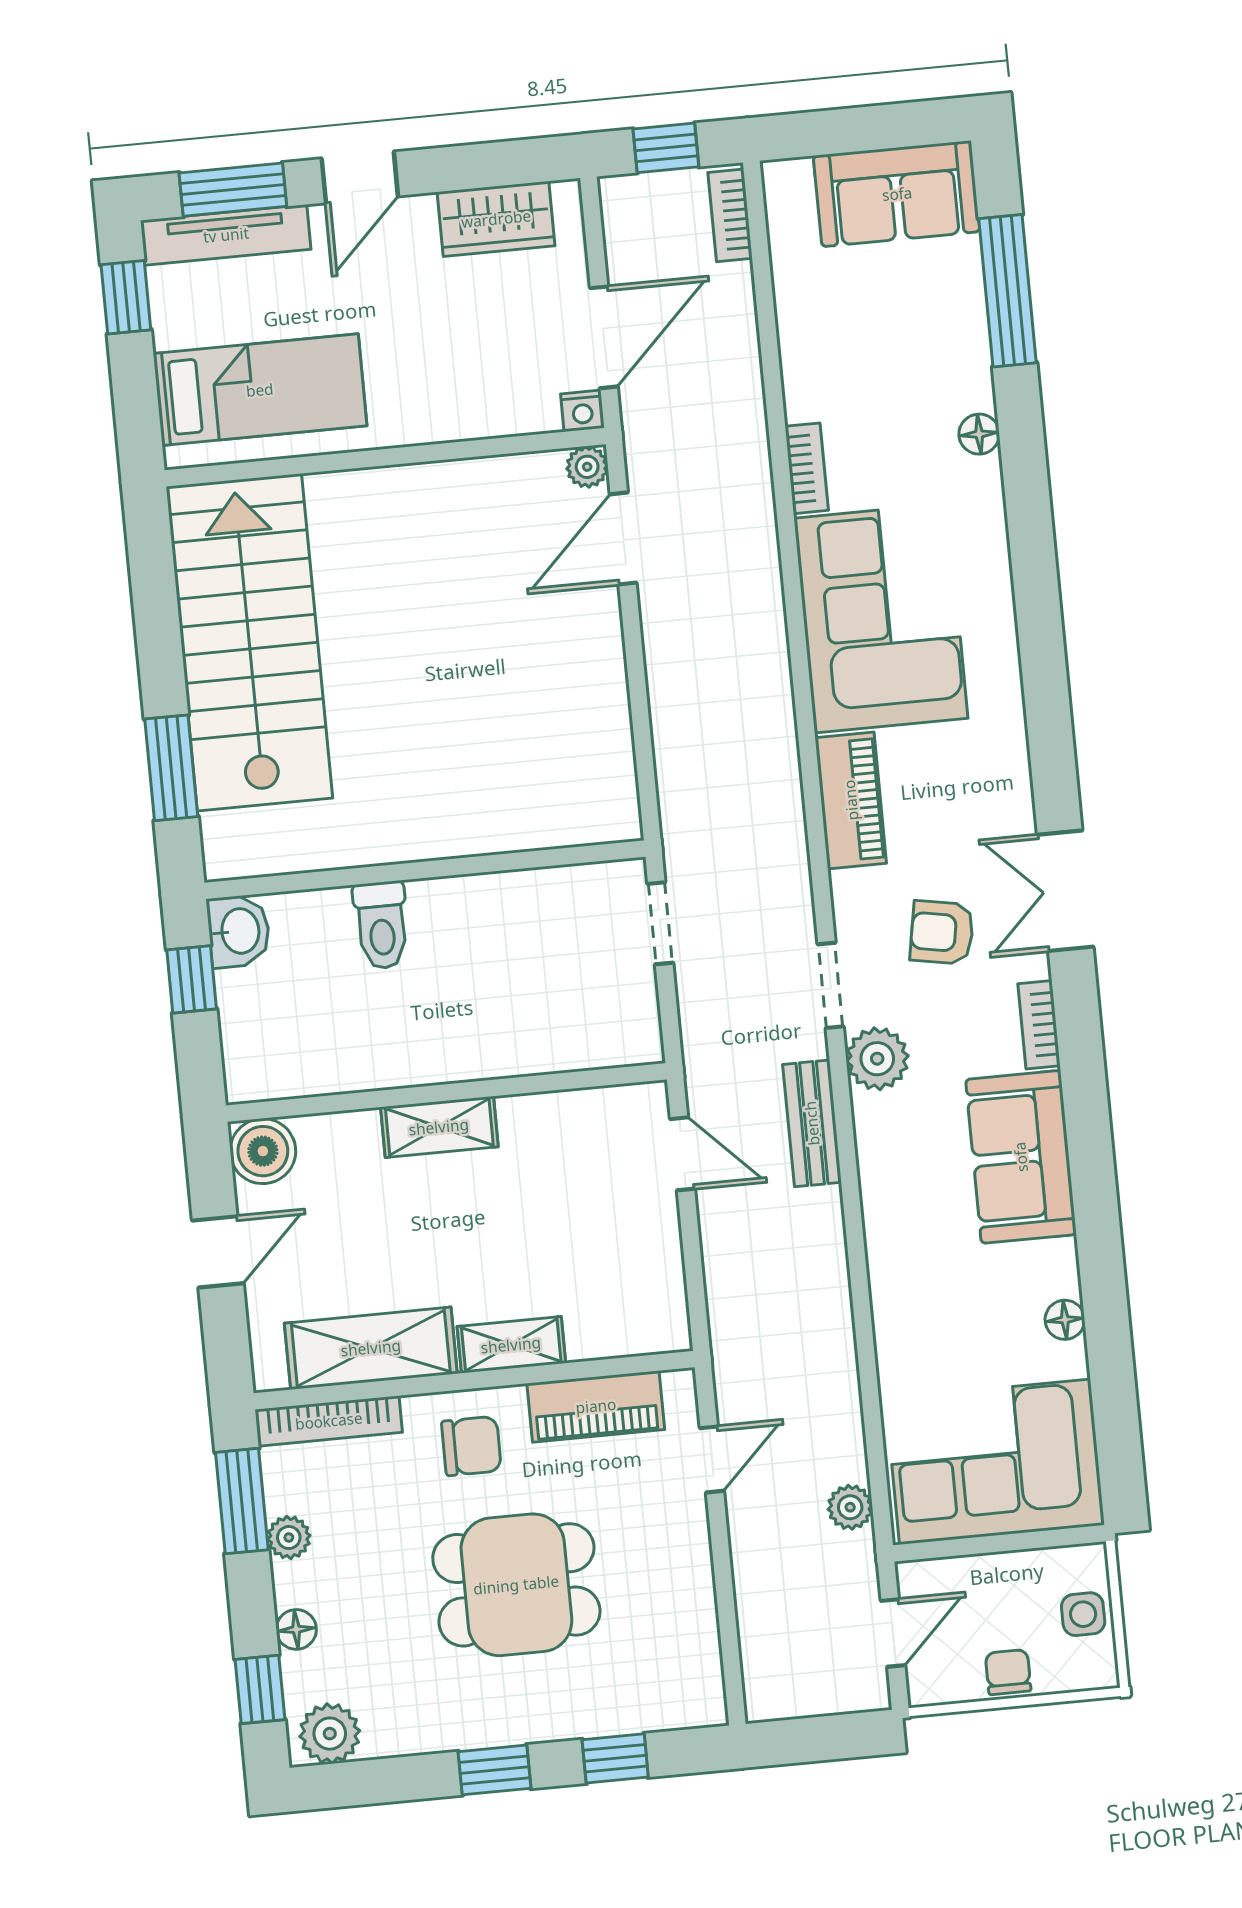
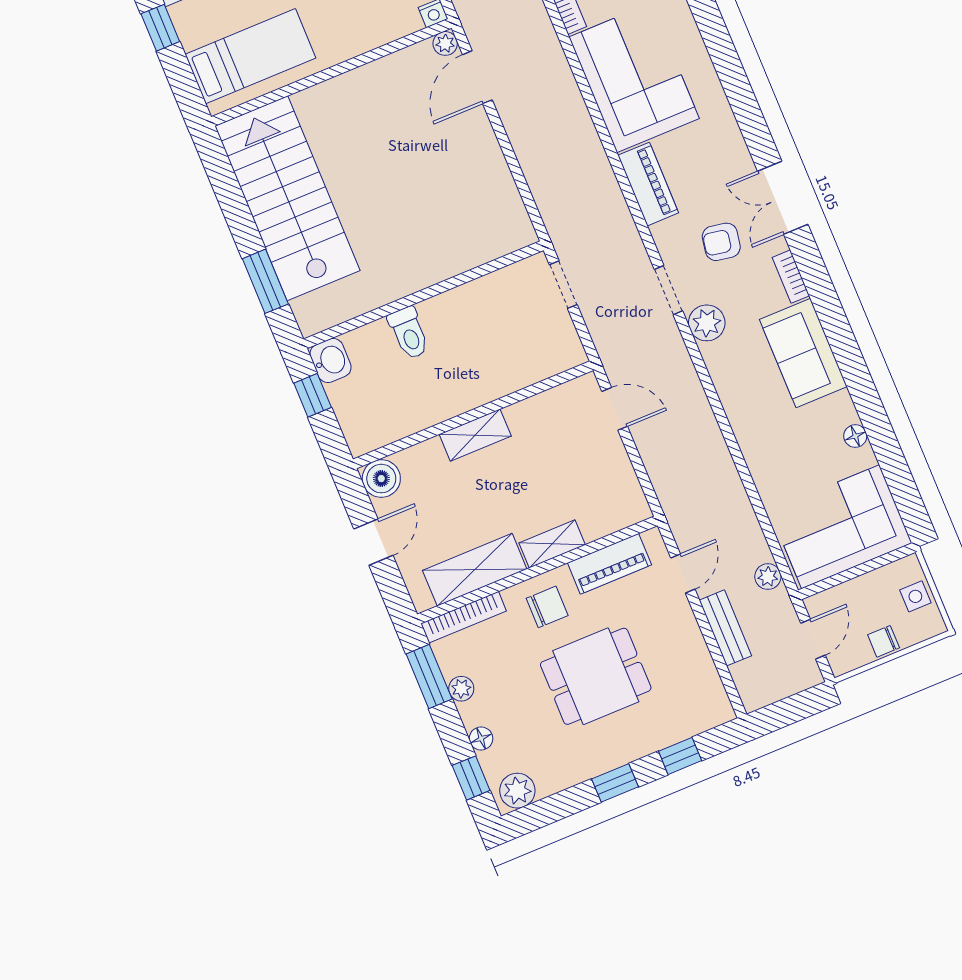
bench: (812, 1123) -> (725, 628), moved
chair: (1008, 1672) -> (884, 641), turned -90

